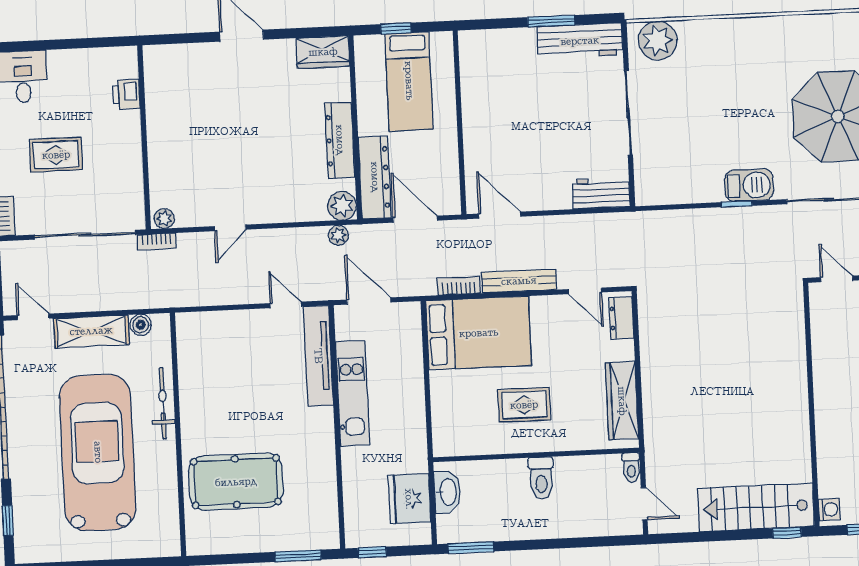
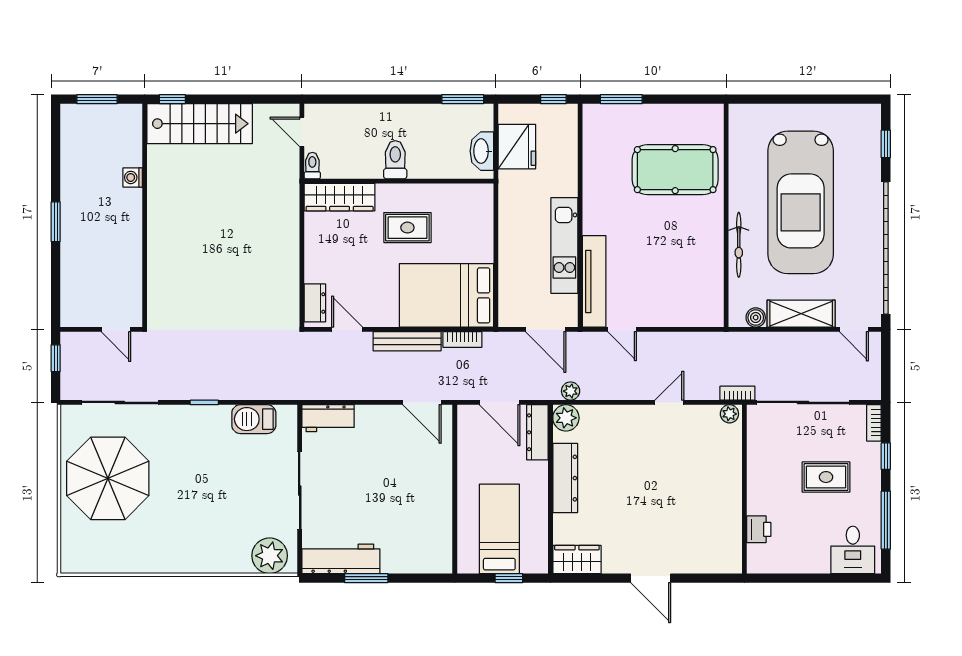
dresser: (375, 177) -> (537, 432), width x0.73, depth x0.80
barbecue: (749, 185) -> (254, 419), moved
wardrobe: (622, 401) -> (340, 197), moved, turned 90
washing machine: (829, 509) -> (133, 177), moved

